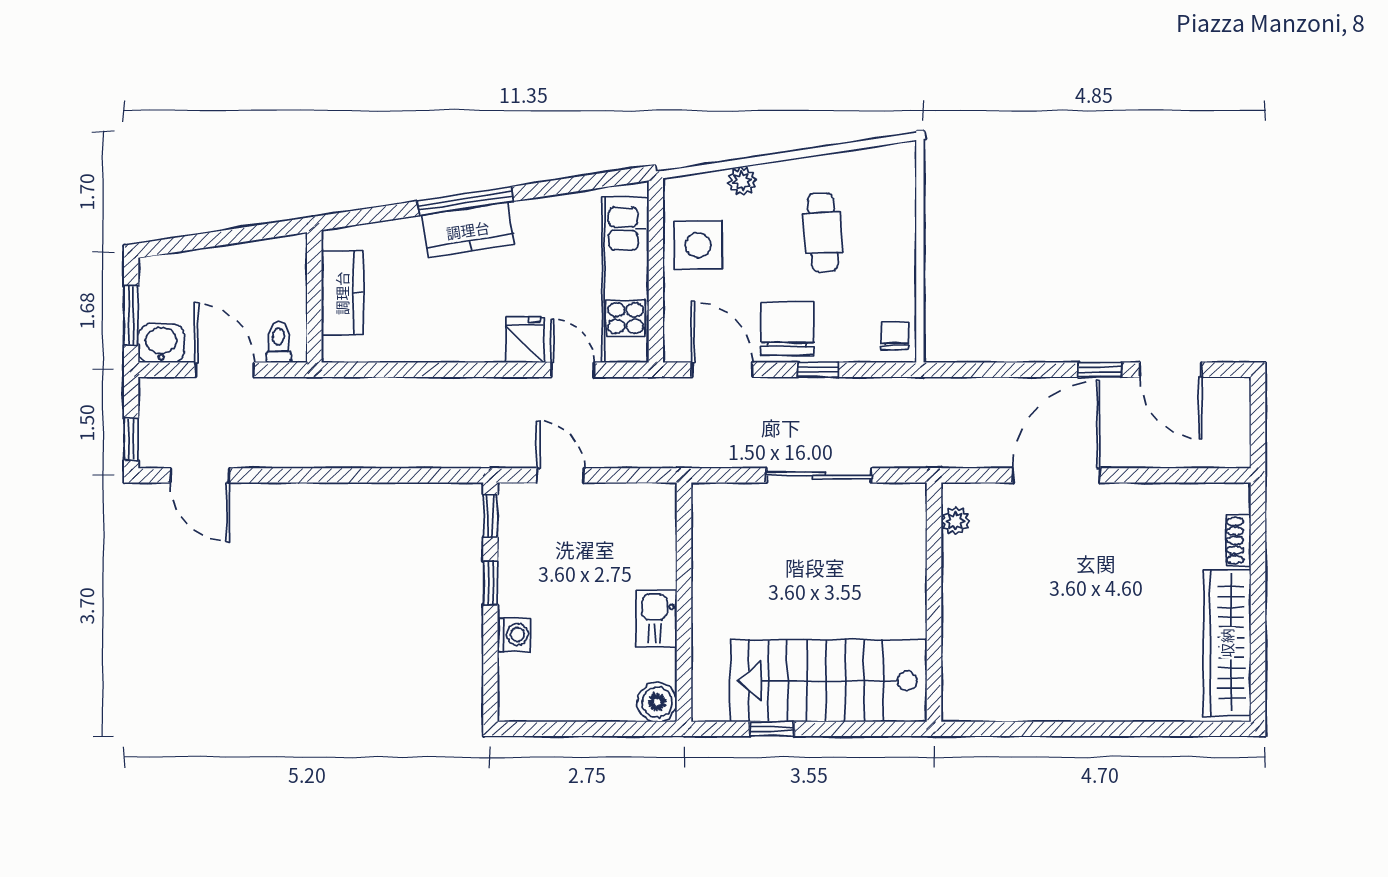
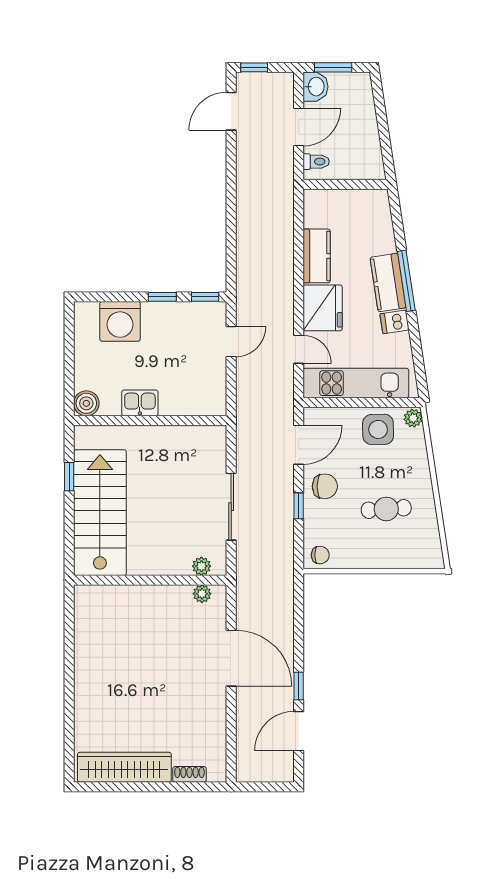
plant: (742, 181) -> (413, 418), moved
dishwasher: (530, 219) -> (395, 322), added
kitchen counter: (342, 293) -> (317, 256), moved, turned -90
chair: (787, 329) -> (325, 486), width x0.73, depth x0.73
fridge: (525, 340) -> (323, 308), width x1.88, depth x1.34
door: (573, 370) -> (299, 349), hinge flipped
plant: (912, 522) -> (201, 566), added
washing machine: (514, 635) -> (120, 321), width x1.89, depth x1.89

